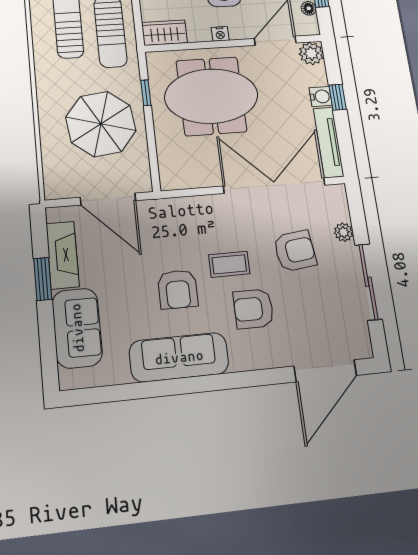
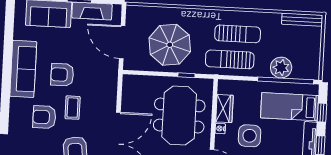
wardrobe: (164, 33) -> (224, 109), moved
door: (108, 199) -> (122, 42), hinge flipped
armchair: (254, 309) -> (44, 117), turned -90

